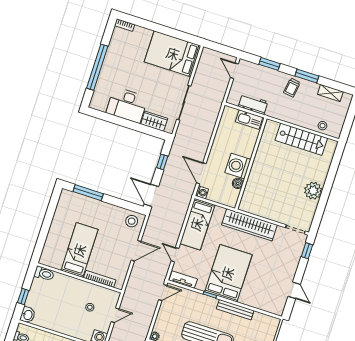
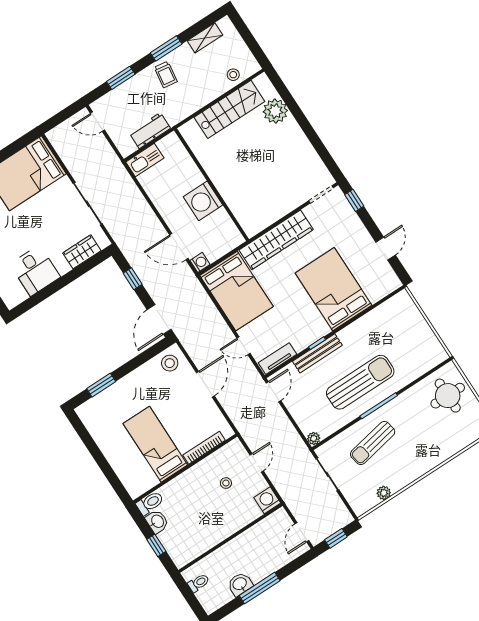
desk: (127, 105) -> (35, 271), width x0.73
kitchen sink: (249, 119) -> (145, 160), moved
boiler: (238, 183) -> (221, 216), removed
plant: (313, 191) -> (275, 111), moved
window: (88, 193) -> (101, 385), width x0.69
door: (151, 195) -> (159, 319), hinge flipped
bed: (197, 224) -> (236, 291), width x1.50
bed: (228, 273) -> (334, 289), moved
door: (294, 290) -> (386, 249), hinge flipped
bench: (235, 310) -> (317, 353), moved
washbasin: (28, 315) -> (157, 522), moved

